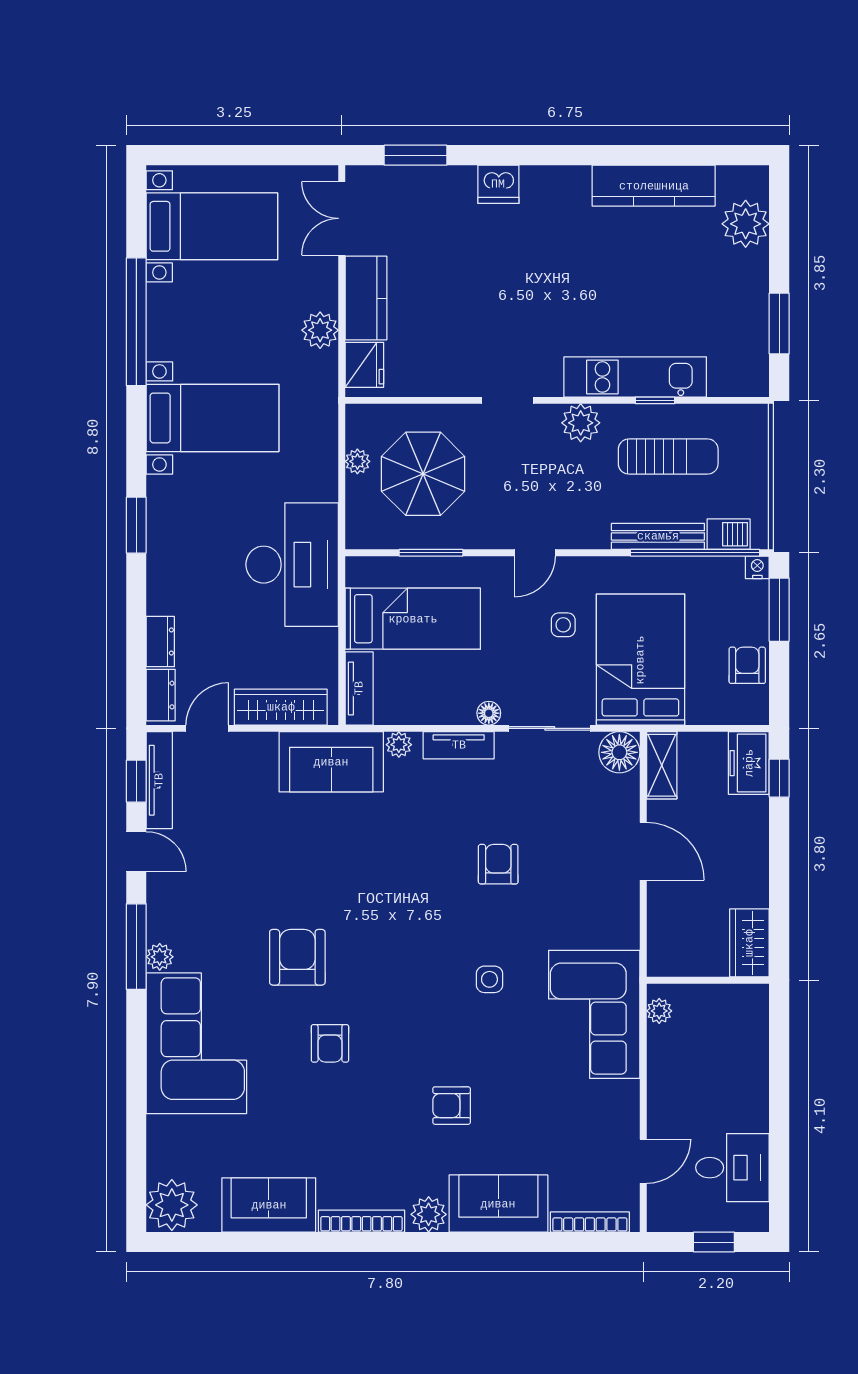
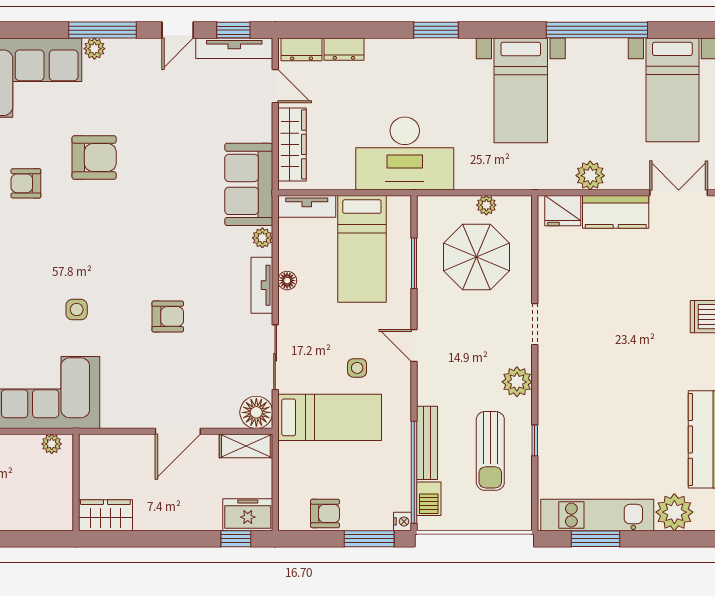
kitchen unit: (635, 377) -> (597, 515), moved, turned -90
bed: (640, 660) -> (330, 417), width x0.67
floor lamp: (489, 713) -> (287, 281), moved

